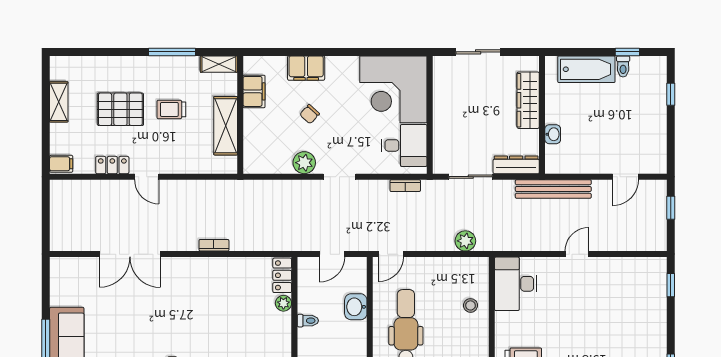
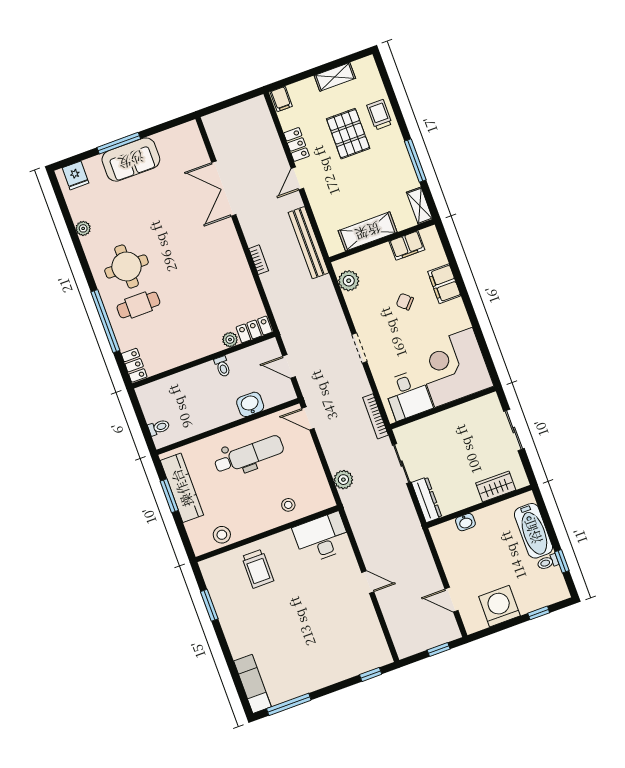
wardrobe: (528, 100) -> (496, 486), width x0.67
trolley: (171, 109) -> (379, 115), moved
washing machine: (649, 131) -> (499, 606), added
plant: (304, 163) -> (349, 281), moved
bookcase: (405, 186) -> (375, 416), width x1.56
bench: (553, 189) -> (309, 243), moved

